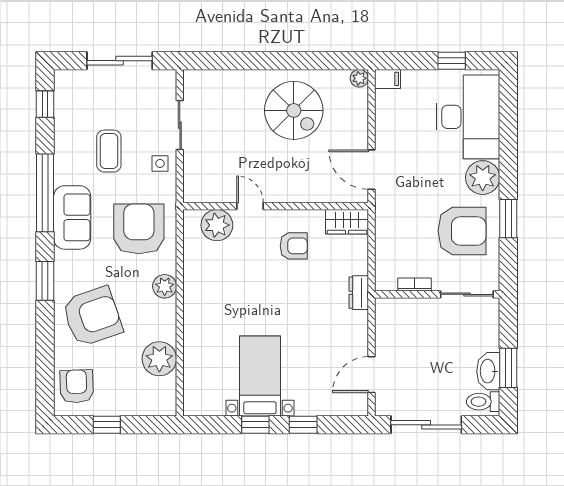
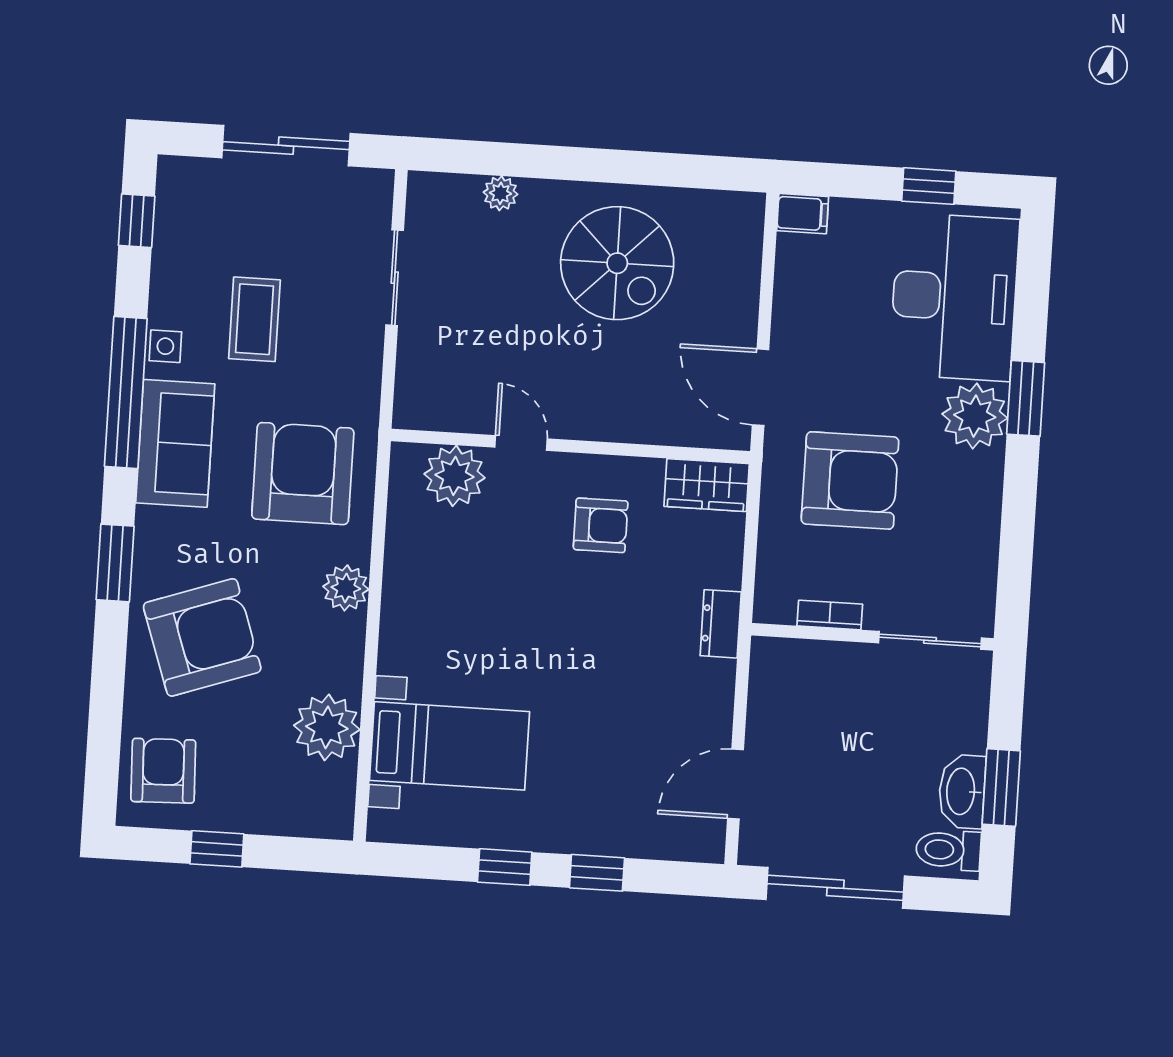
plant: (359, 78) -> (501, 193), moved
side table: (160, 163) -> (165, 346), moved
window: (508, 219) -> (1026, 398), moved
armchair: (462, 231) -> (850, 481), moved
bed with nightstands: (260, 376) -> (449, 746), moved, turned 90

